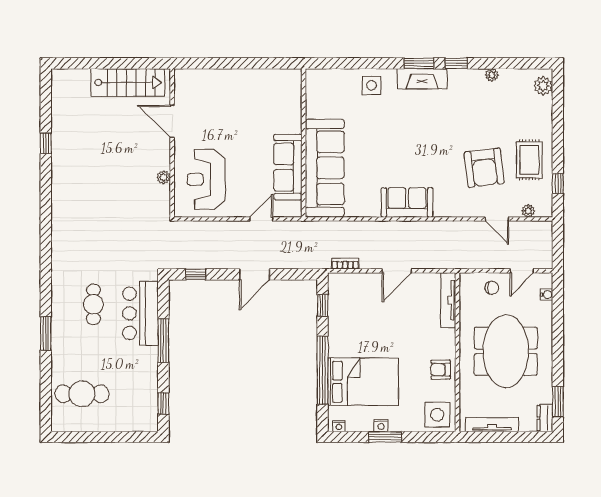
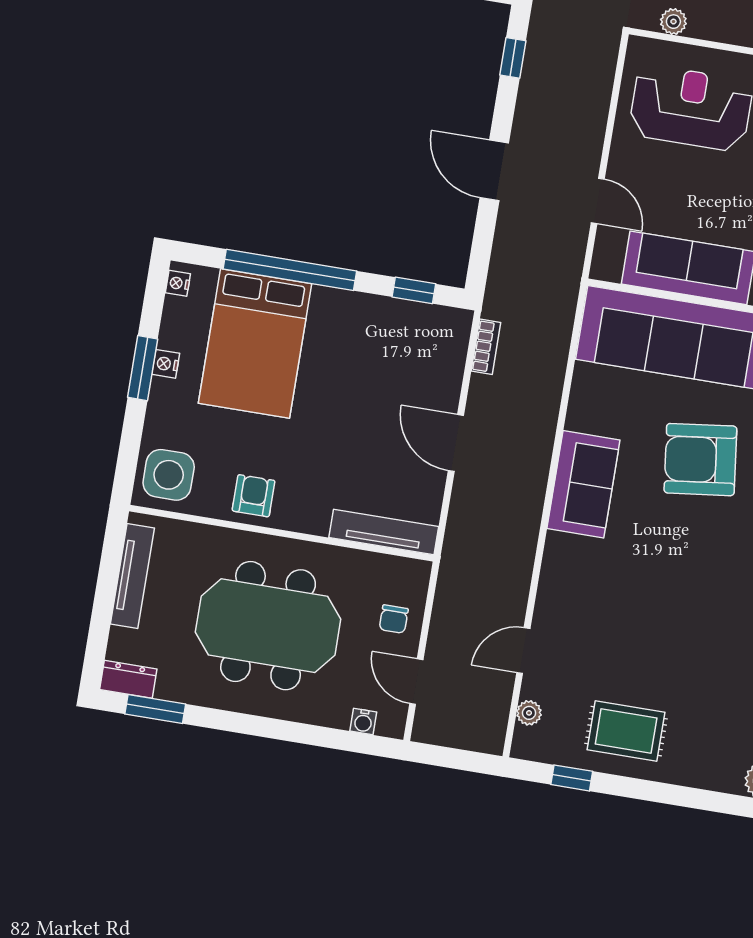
armchair: (484, 168) -> (700, 460), moved
plant: (164, 177) -> (673, 22), moved

